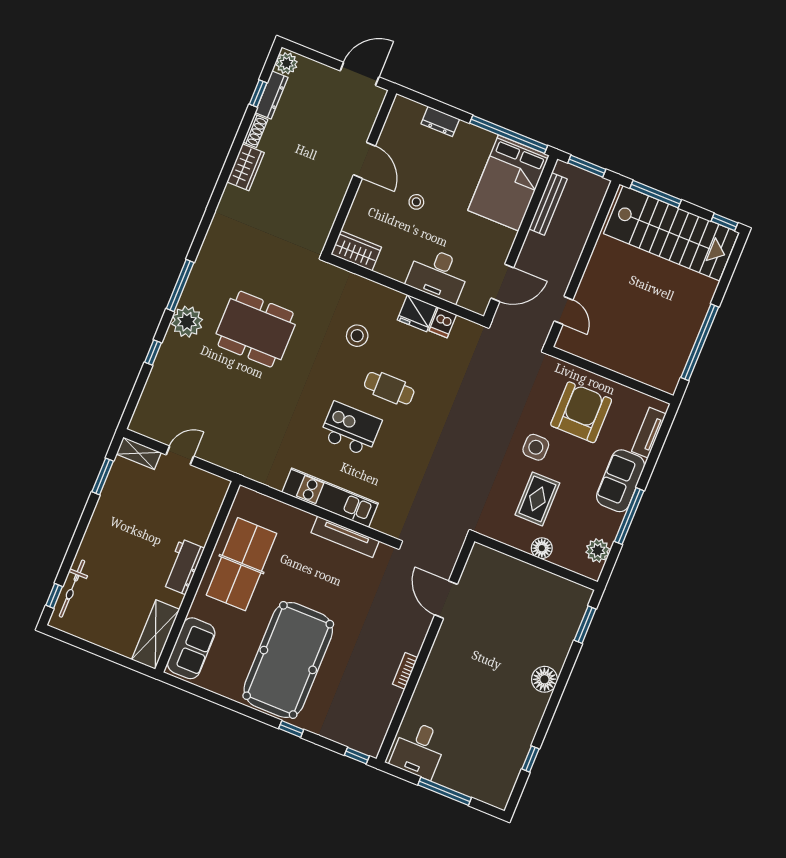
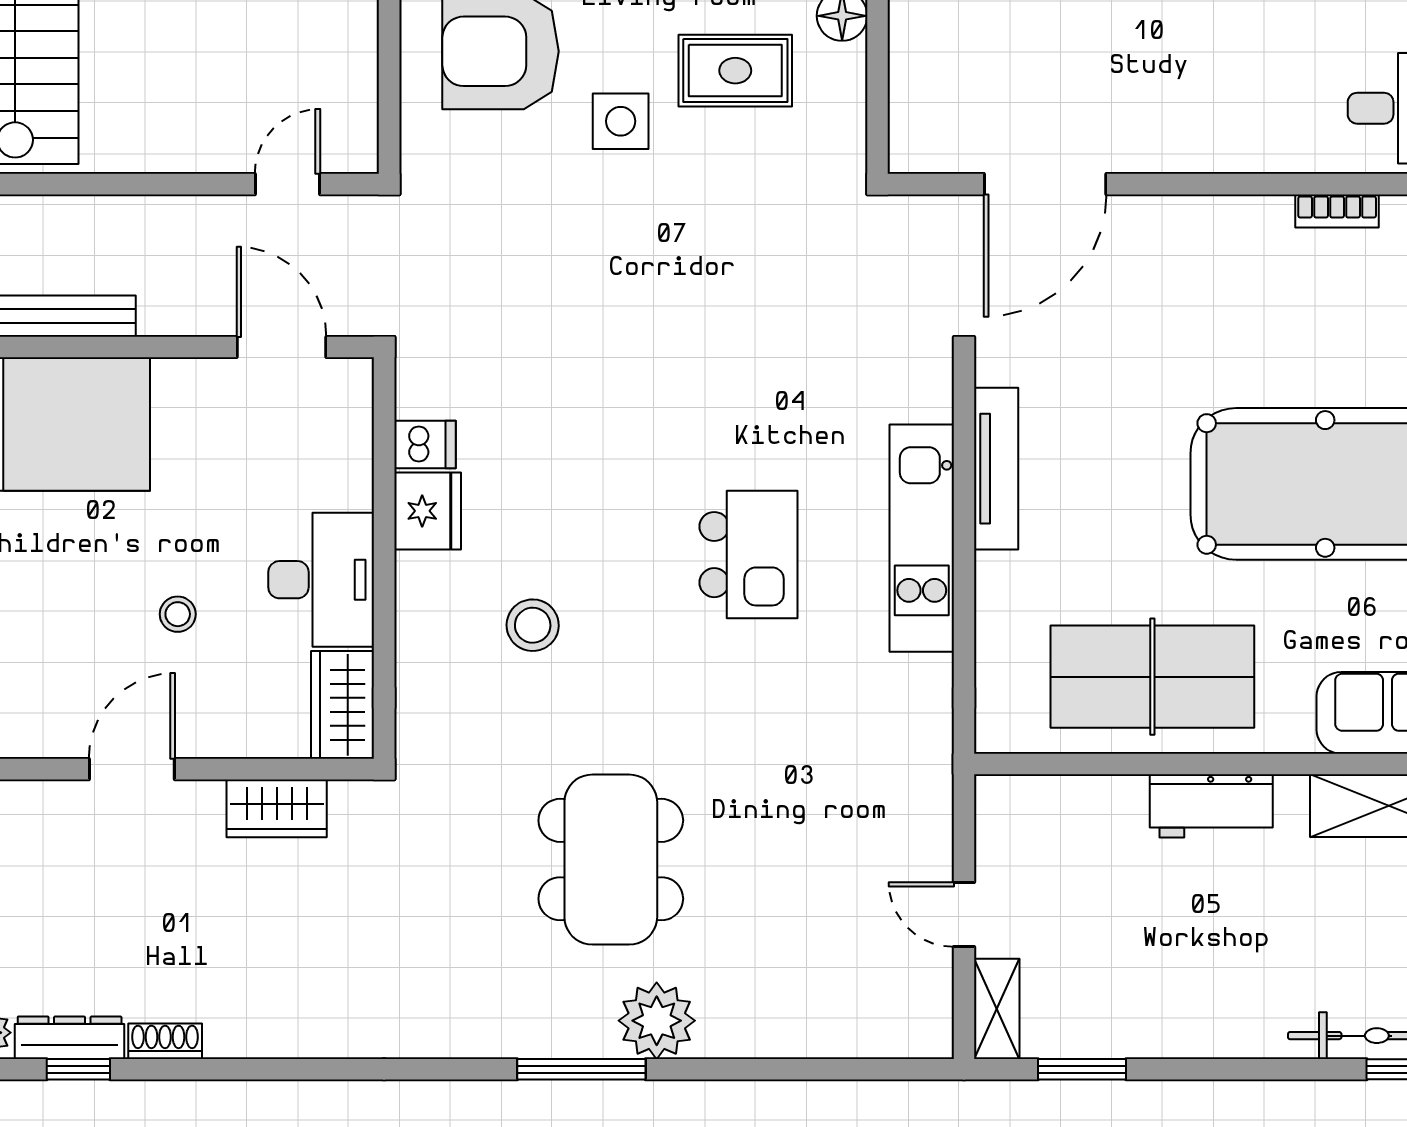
wardrobe: (246, 167) -> (277, 808), moved, turned 180
desk: (438, 275) -> (321, 580), moved
window: (153, 353) -> (757, 1069), removed
cafe table: (389, 388) -> (622, 505), removed
kitchen island: (351, 429) -> (748, 555), turned 180
door: (446, 600) -> (1045, 184), width x1.36
bookcase: (405, 671) -> (1337, 211), moved

